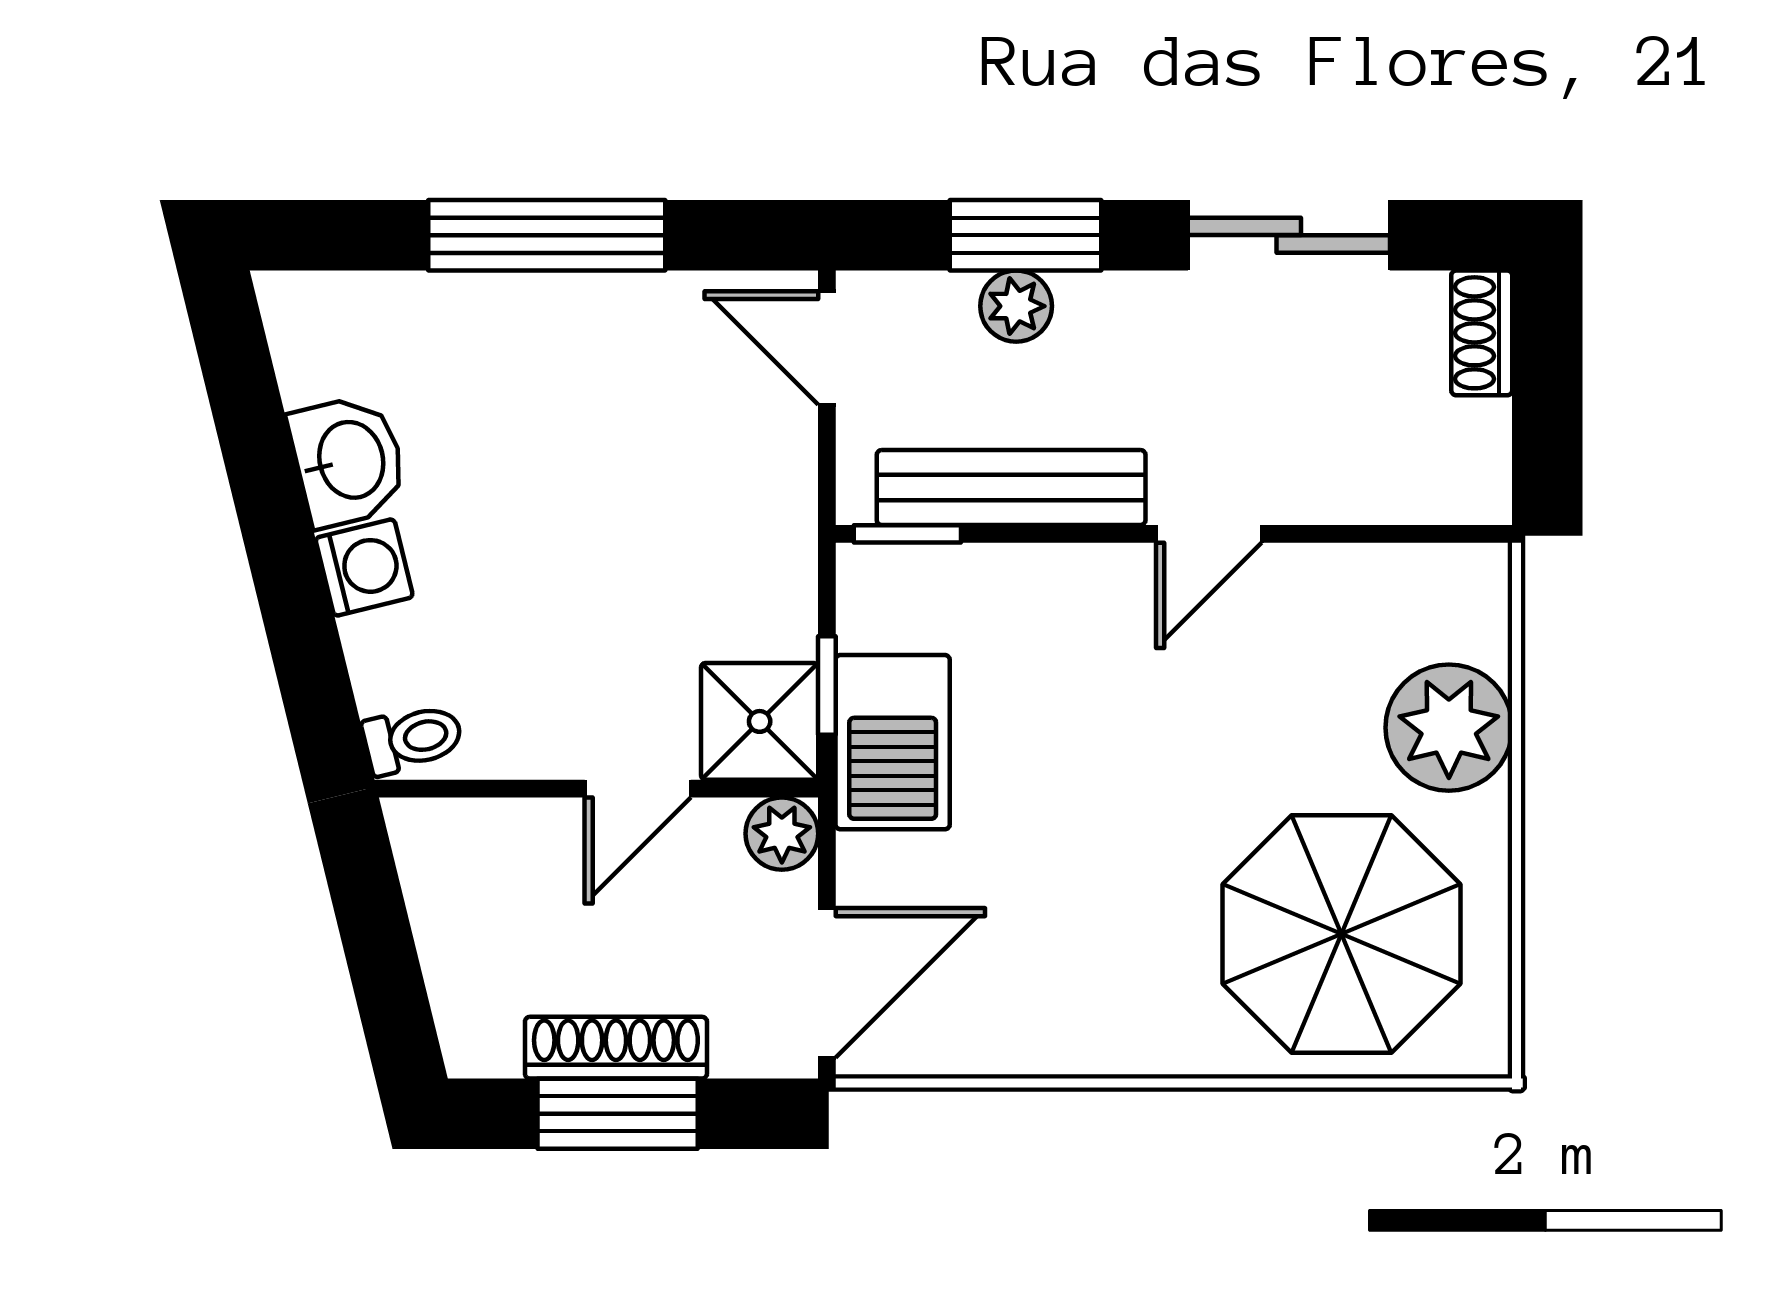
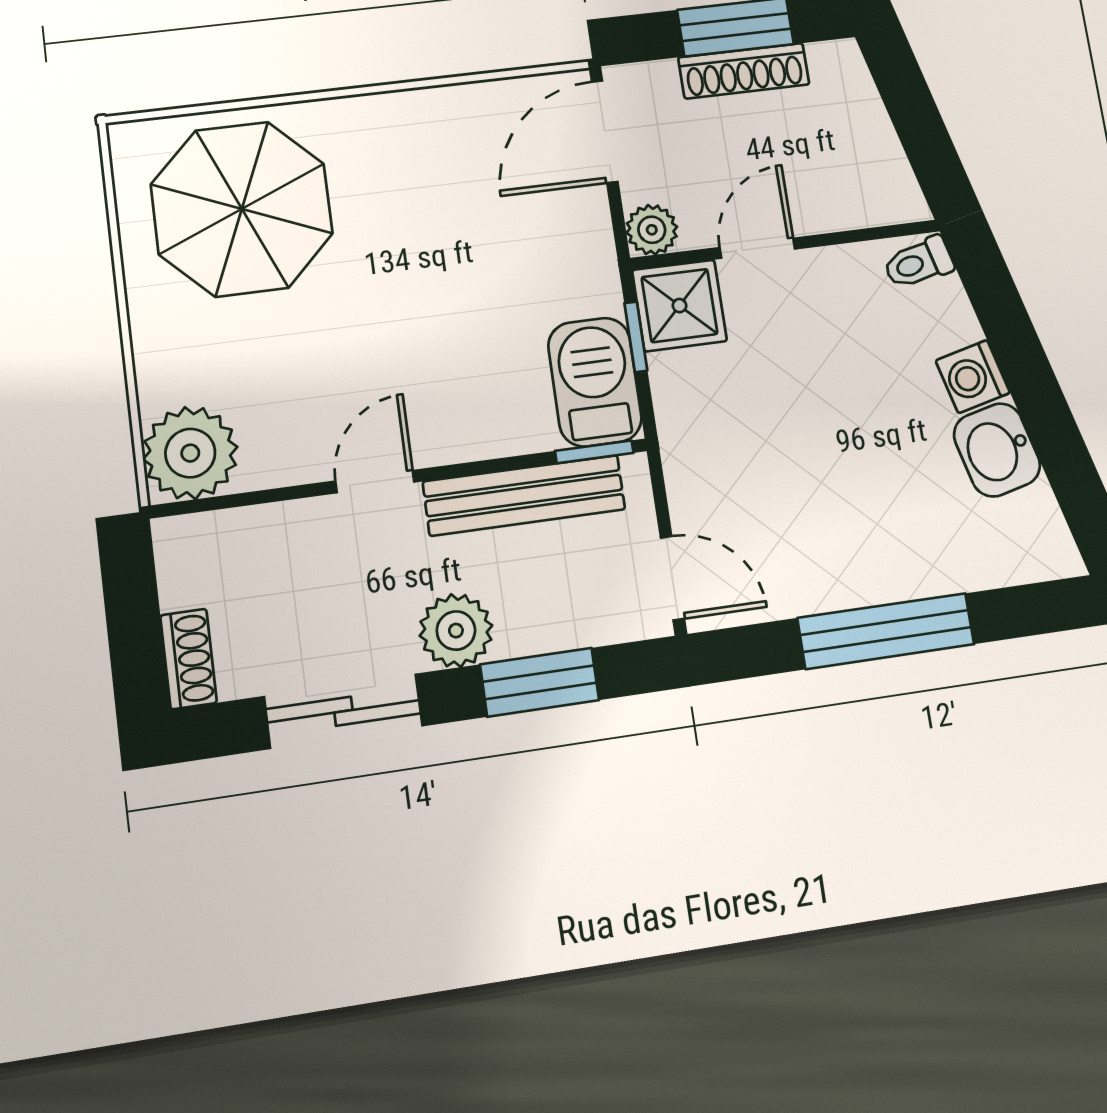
plant: (1016, 306) -> (456, 631), moved, width x1.38, depth x1.38
plant: (1449, 728) -> (190, 453), moved
barbecue: (893, 742) -> (595, 382), moved

